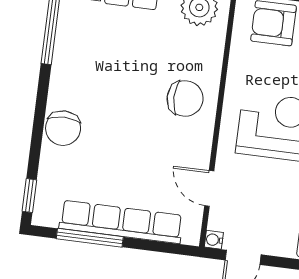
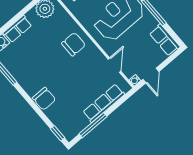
door: (209, 188) -> (114, 65), swing flipped
row of seats: (121, 222) -> (104, 103), width x0.73

